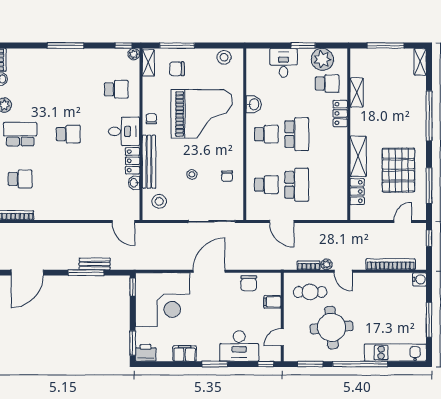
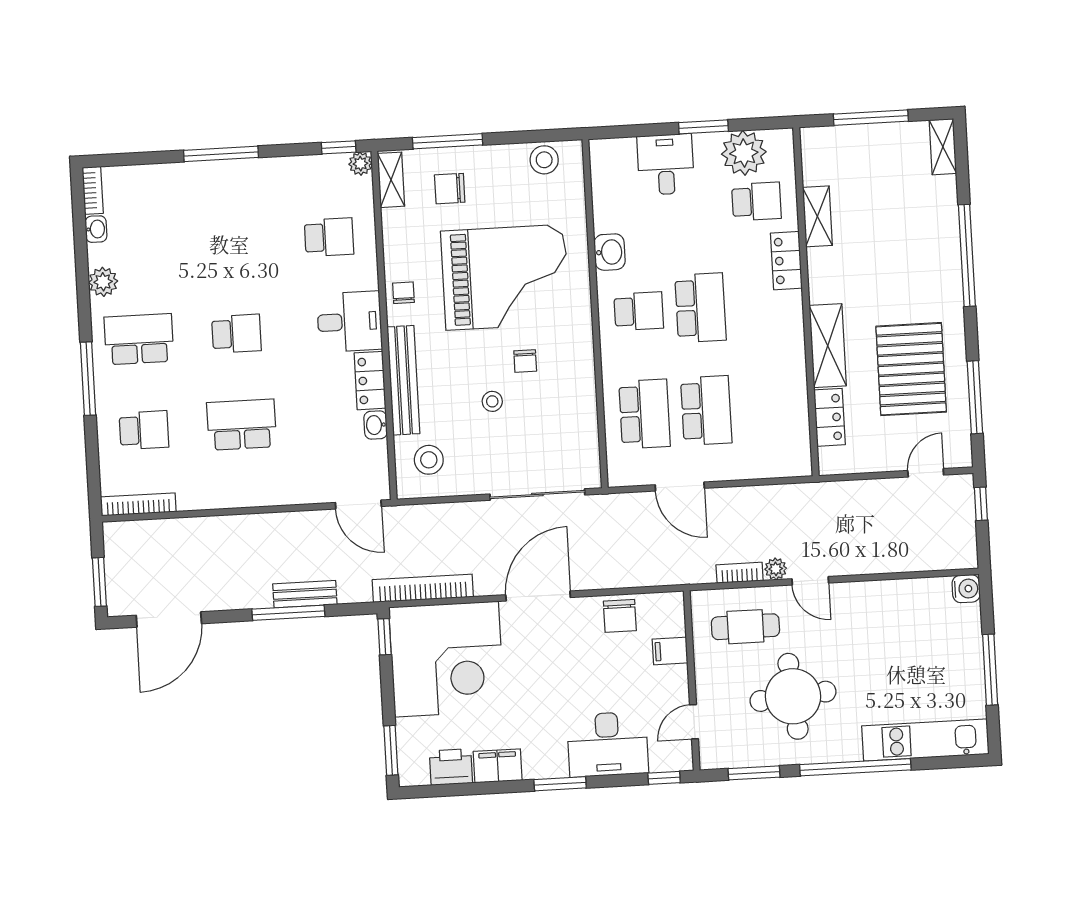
chair: (227, 176) -> (525, 361), moved
school desk: (68, 179) -> (242, 425), added
school desk: (266, 185) -> (644, 414), width x1.85
bookcase: (391, 264) -> (423, 588), moved
printer: (146, 353) -> (451, 767), moved

